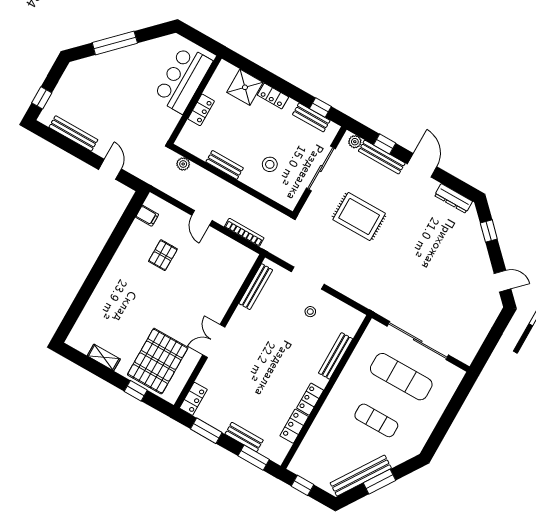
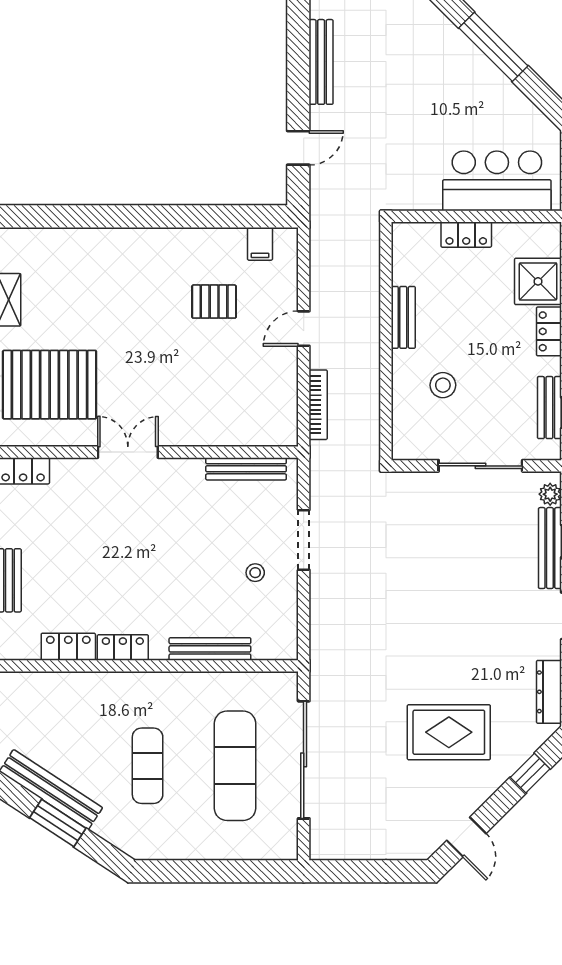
plant: (183, 164) -> (369, 254), removed
rug: (359, 217) -> (449, 732), moved, turned 90

